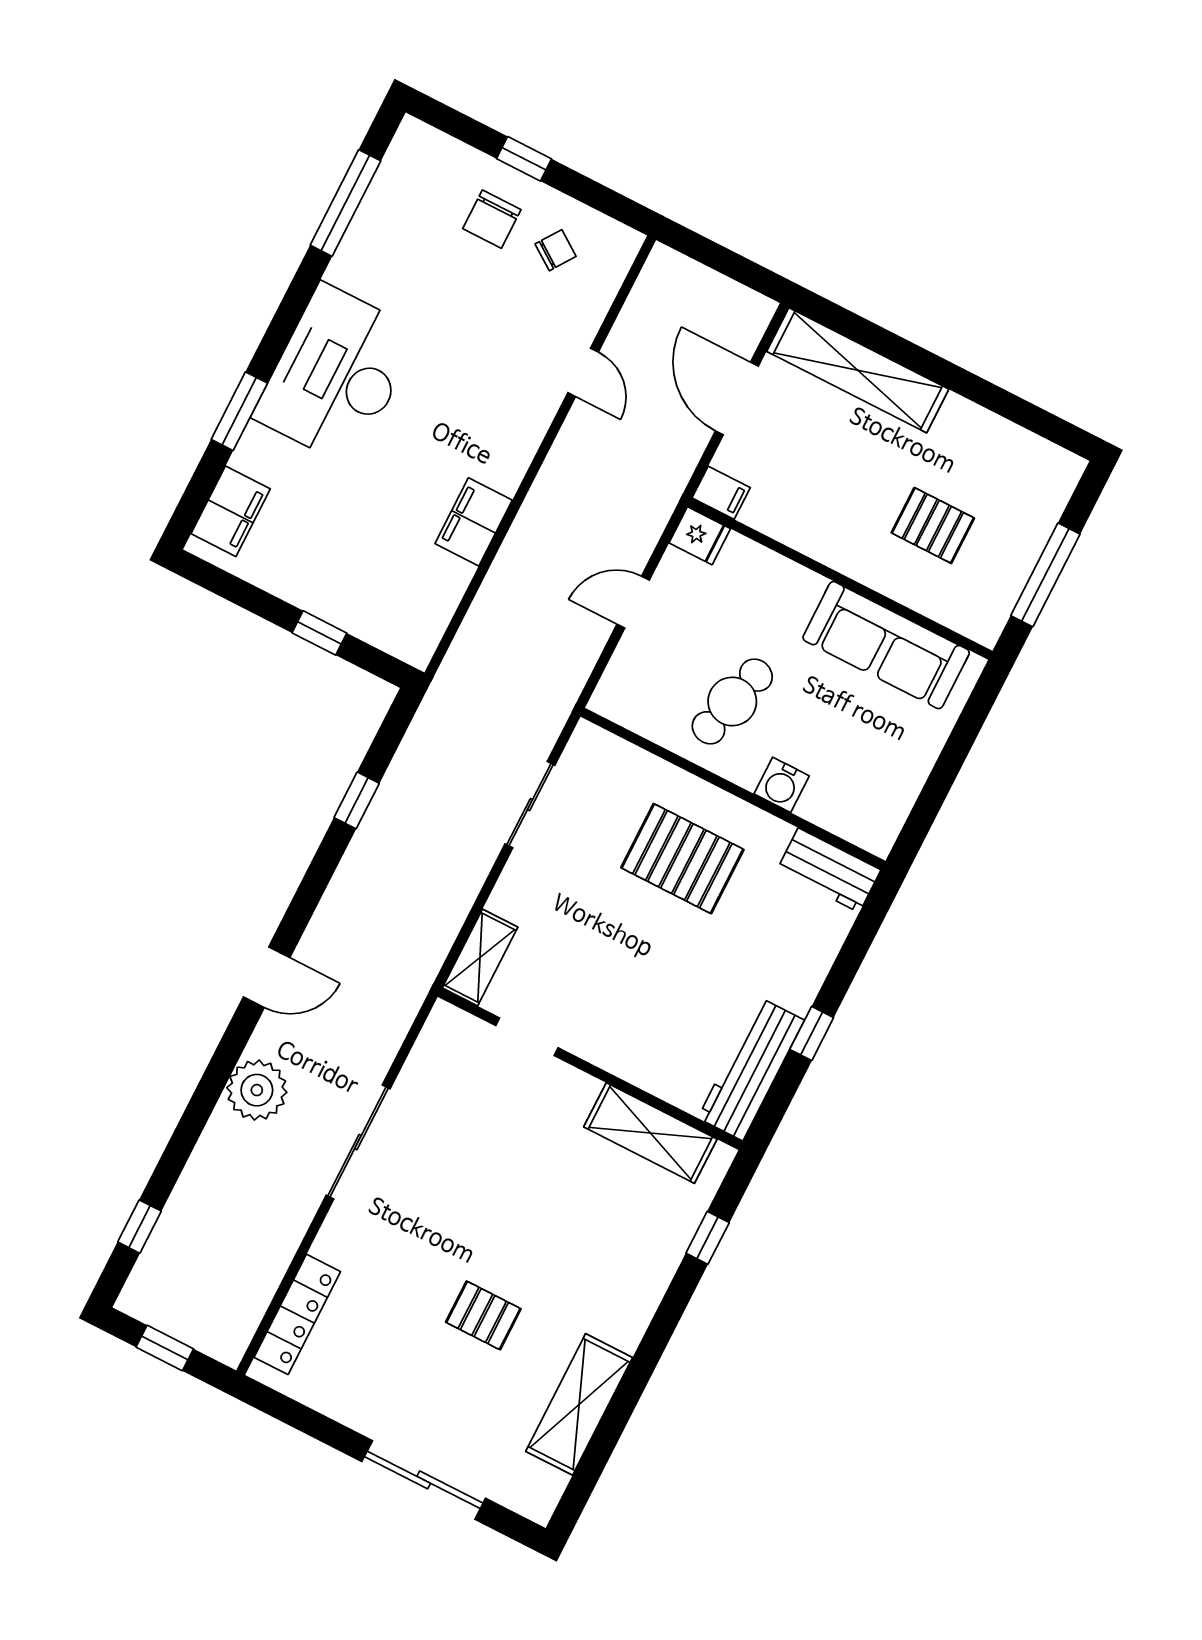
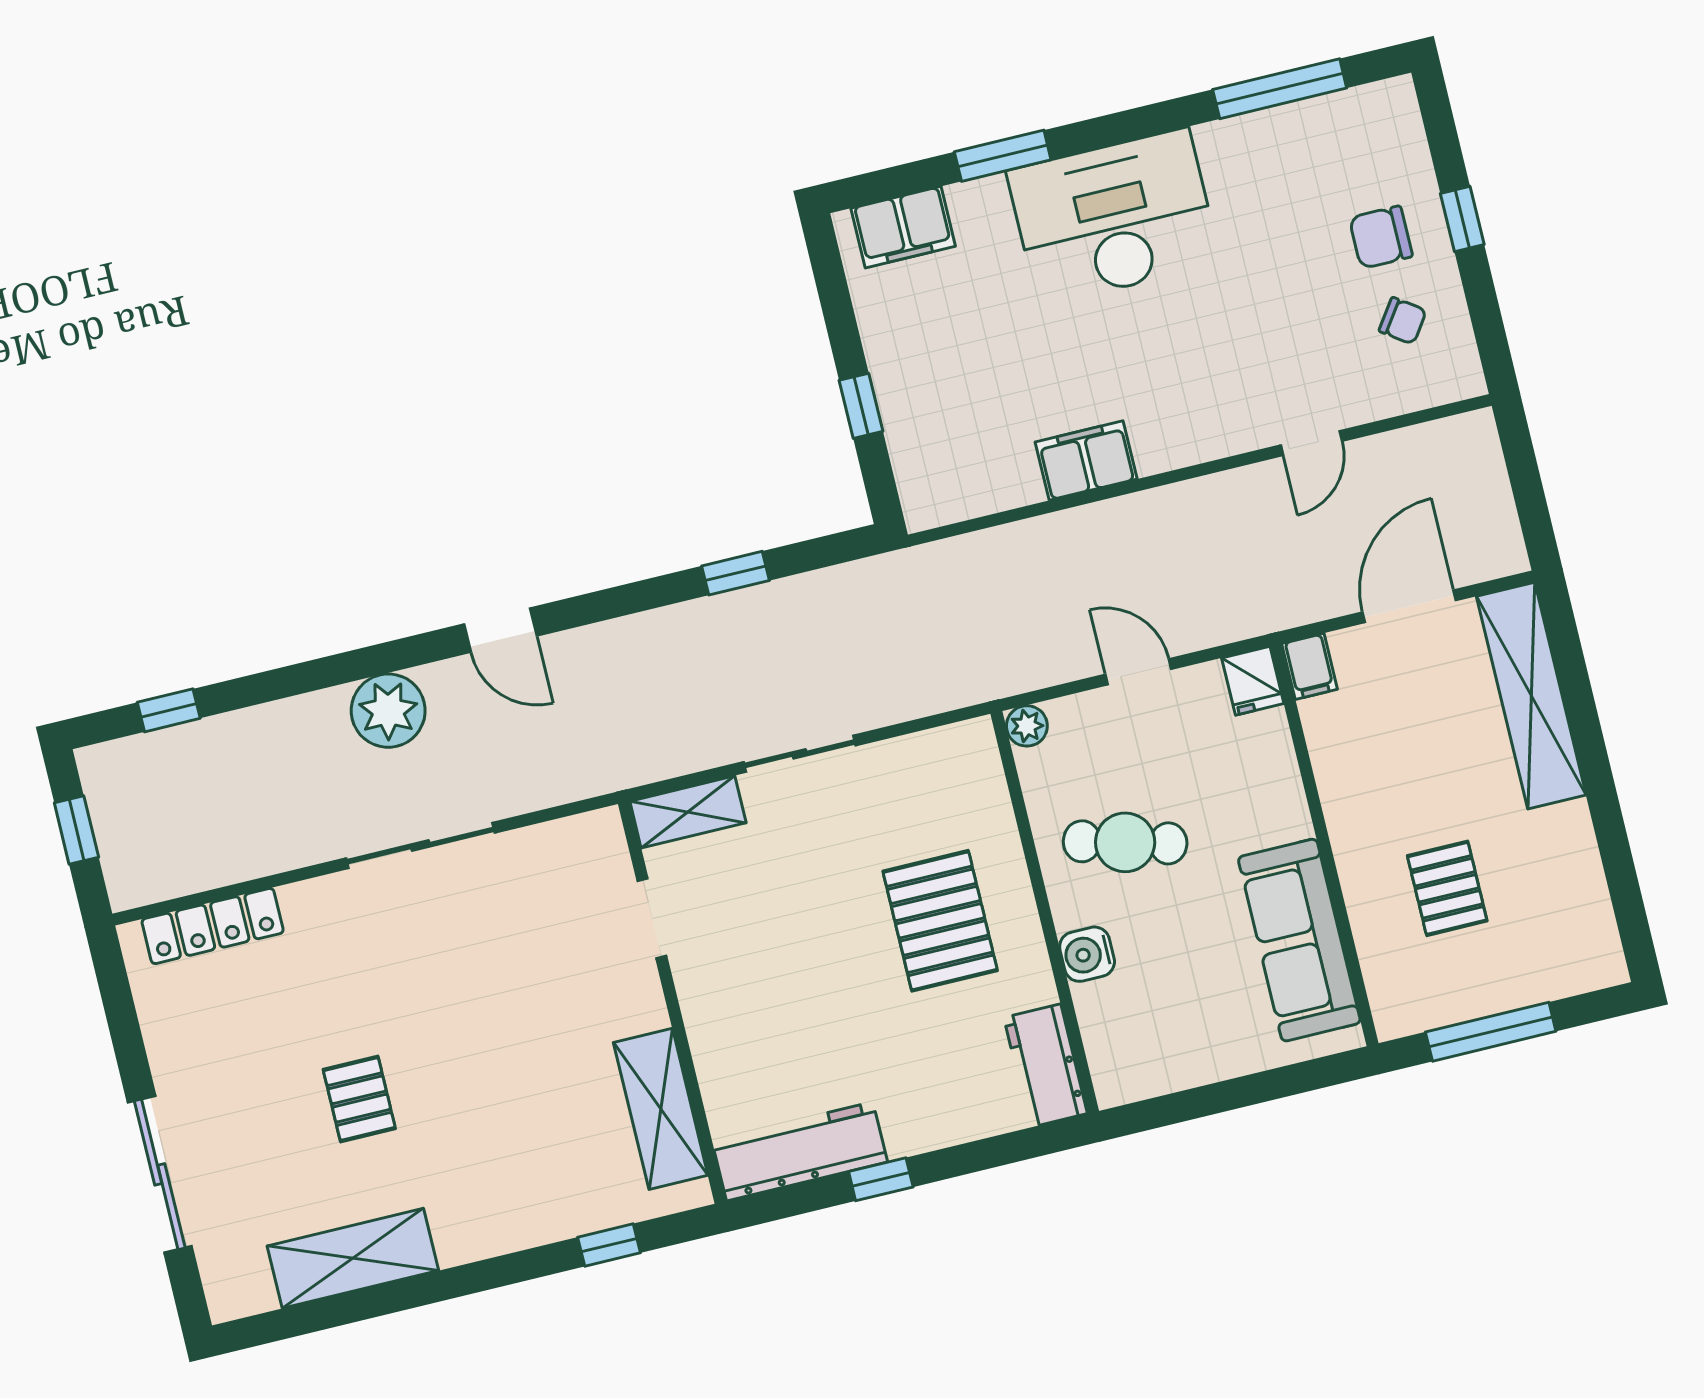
plant: (607, 701) -> (1027, 726), added
sliding door: (530, 805) -> (800, 754), moved

